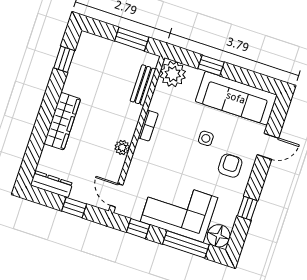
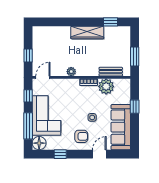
plant: (173, 74) -> (106, 86), moved
wardrobe: (62, 121) -> (87, 32), moved
door: (268, 146) -> (99, 154), swing flipped
dresser: (51, 184) -> (37, 38), removed

